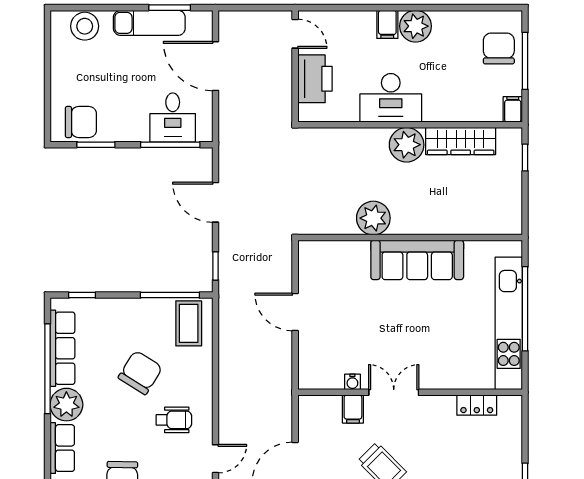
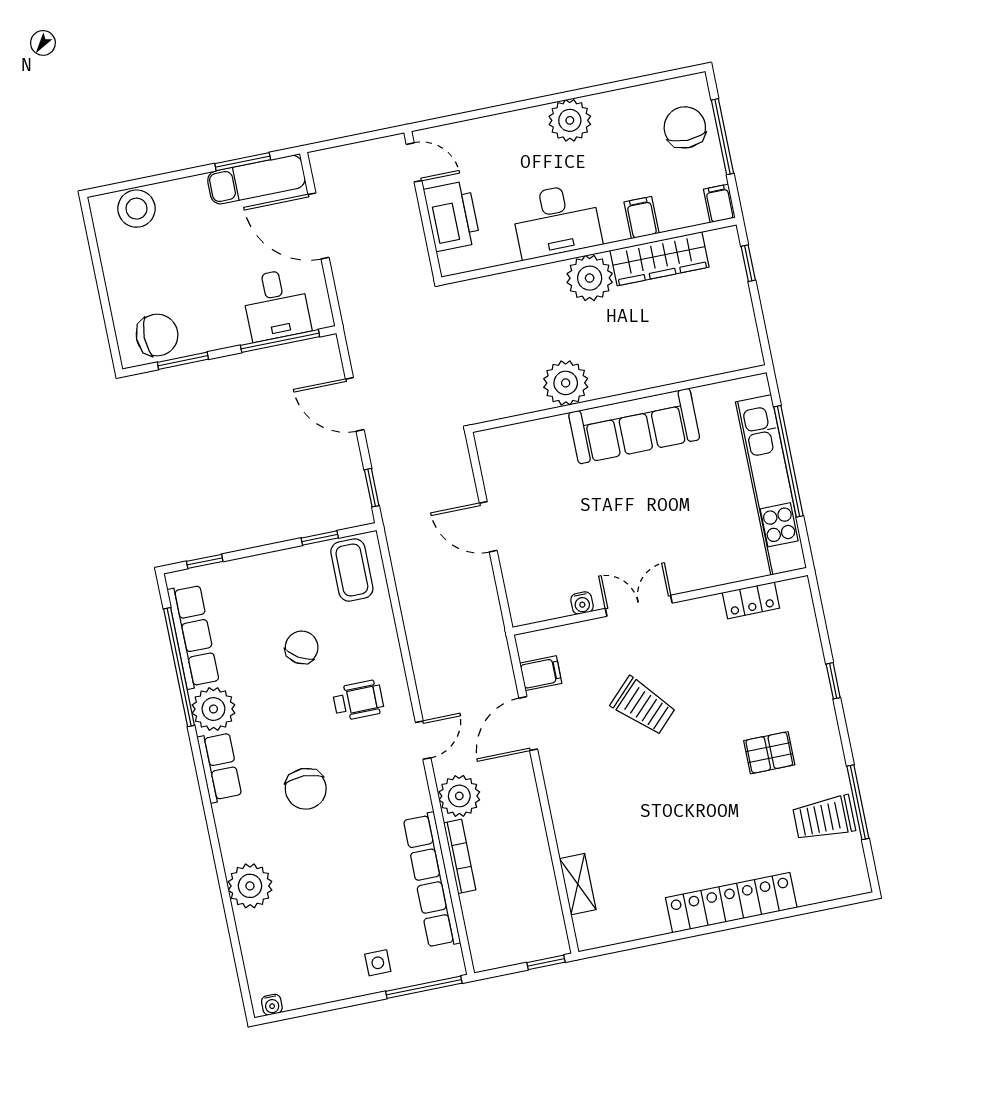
exam couch: (149, 23) -> (256, 180), moved
filing cabinet: (387, 24) -> (641, 217), moved, turned 180
window: (170, 295) -> (320, 538), width x0.46
chair: (140, 373) -> (302, 647), width x0.73, depth x0.73
filing cabinet: (353, 409) -> (541, 673), moved, turned -90

